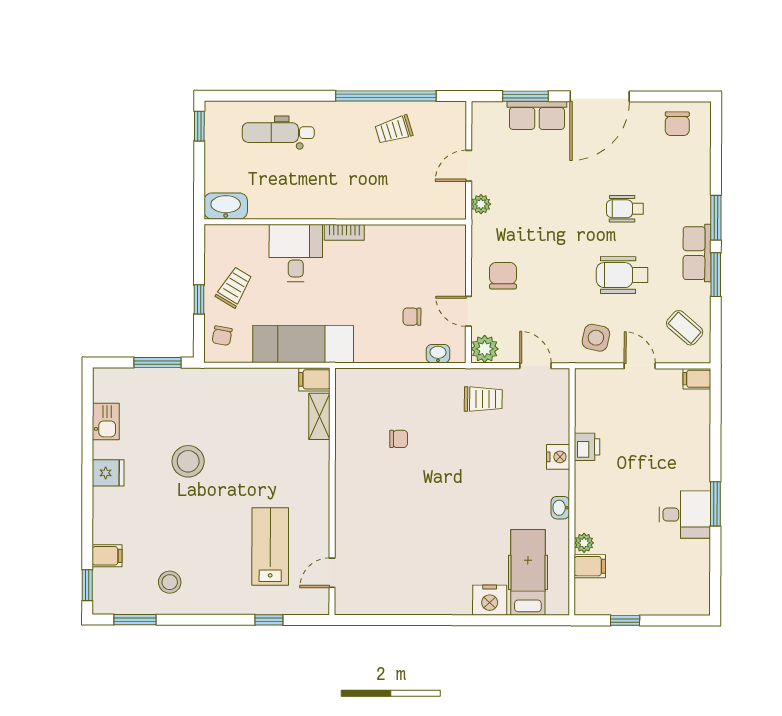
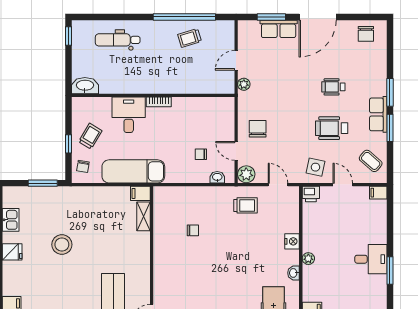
printer: (587, 447) -> (311, 194), moved, turned 90
desk: (685, 515) -> (371, 259), moved
plant: (584, 543) -> (308, 259), moved

